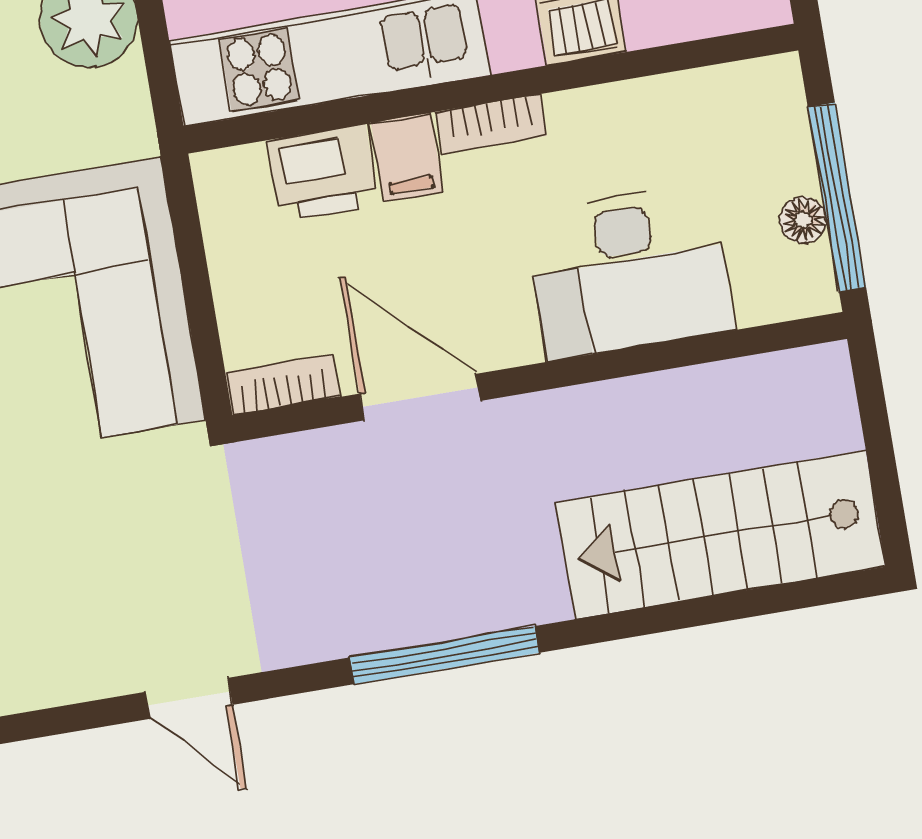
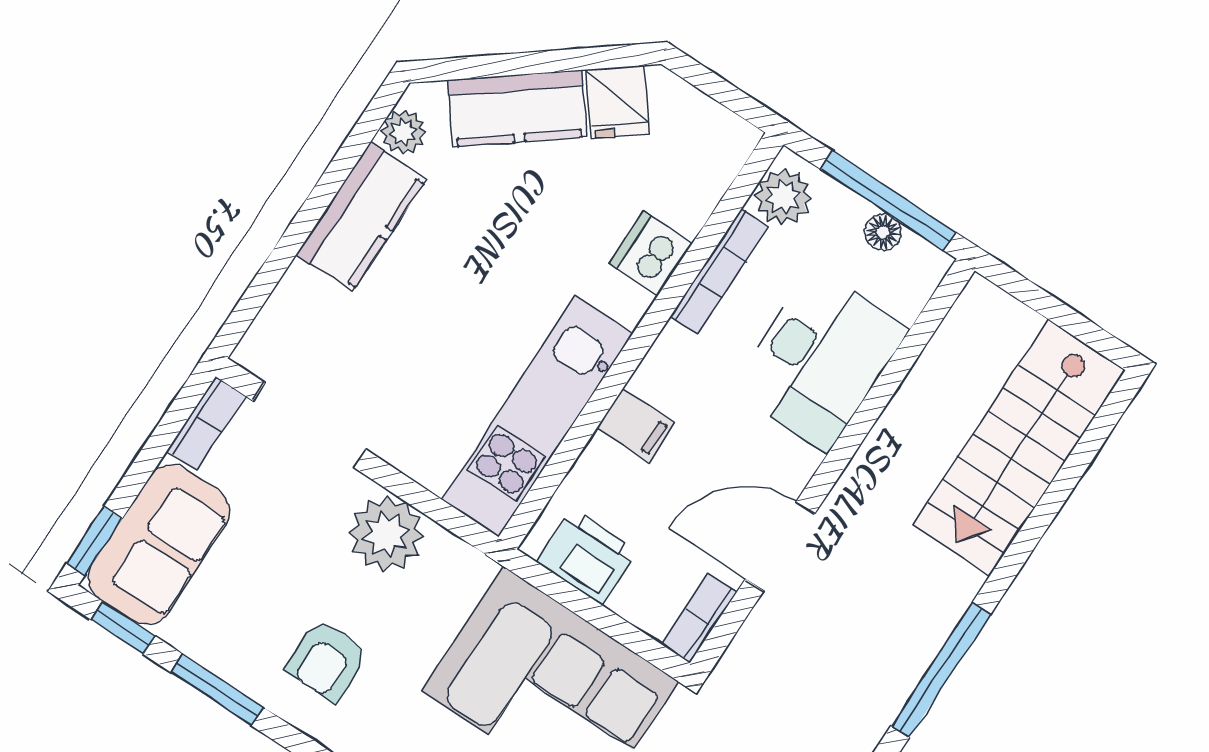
plant: (749, 96) -> (783, 197), added
bookcase: (491, 124) -> (719, 272), moved, width x1.56
printer: (323, 173) -> (587, 557), moved, turned -90

